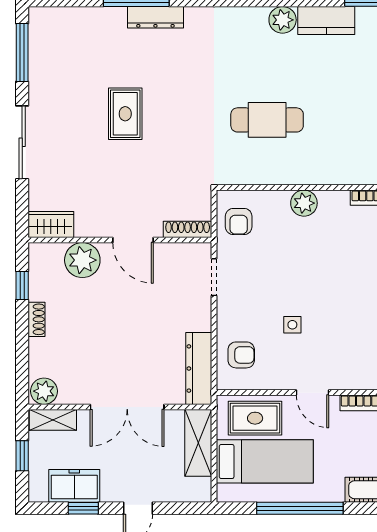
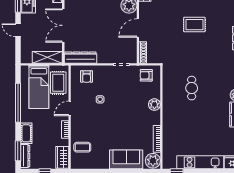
cafe table: (267, 120) -> (192, 88), width x0.73, depth x0.74

